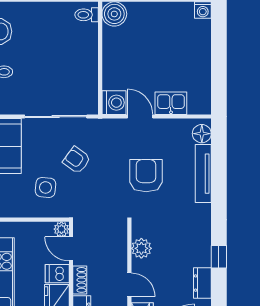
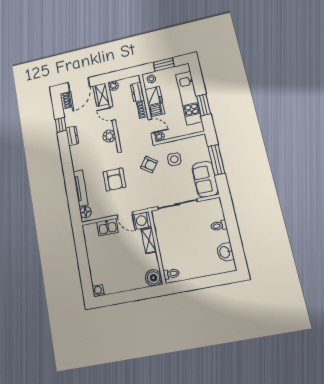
shelving: (111, 70) -> (149, 241), added
armchair: (77, 160) -> (149, 165), moved
window: (219, 257) -> (61, 125), moved
dresser: (202, 283) -> (72, 136), moved

